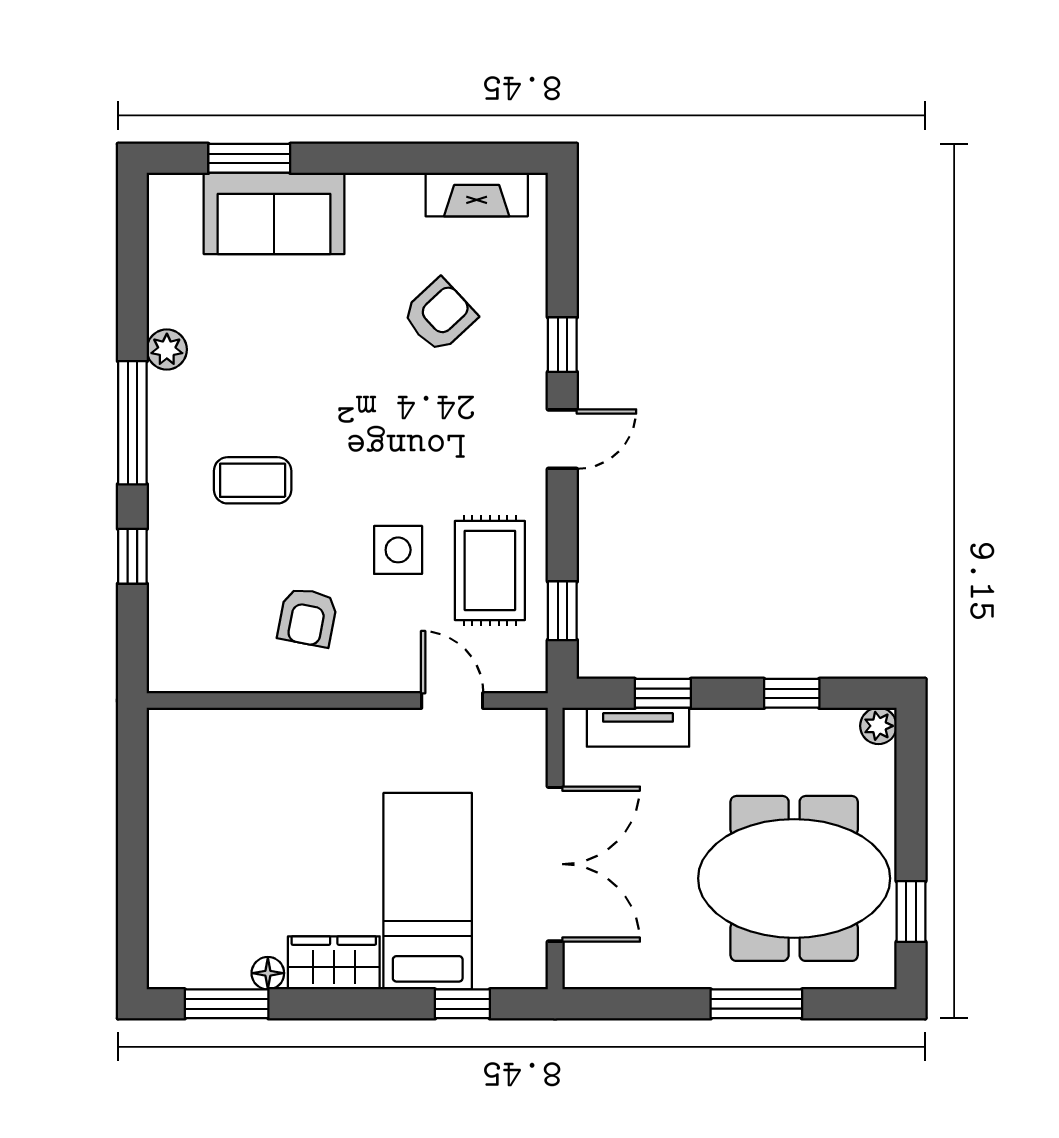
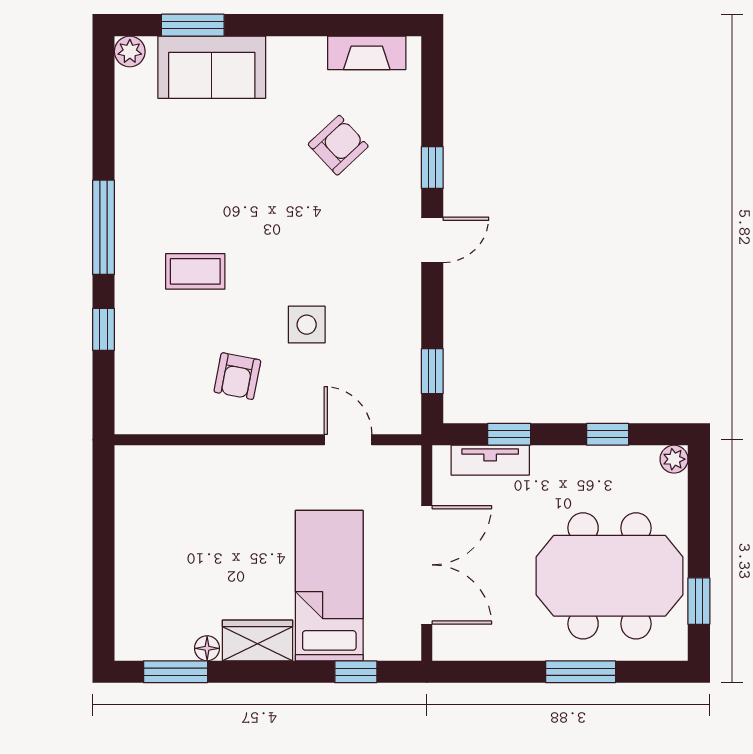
plant: (167, 349) -> (130, 51), moved
rug: (490, 570) -> (377, 340), removed

